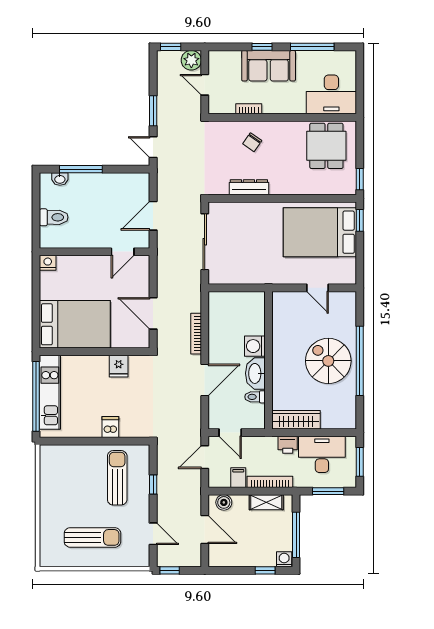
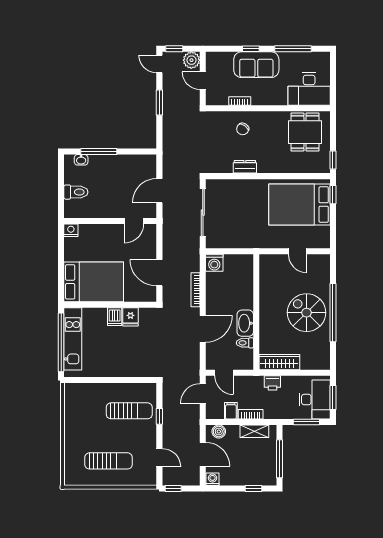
door: (153, 147) -> (159, 64), moved
dresser: (249, 187) -> (245, 167), width x0.70
washing machine: (255, 346) -> (214, 263), moved, turned -90
dishwasher: (110, 427) -> (115, 317), moved, turned 180
desk: (322, 454) -> (315, 400), moved, turned 90
sun lounger: (117, 478) -> (129, 411), turned 90
bookcase: (270, 482) -> (251, 414), width x0.64
washing machine: (284, 559) -> (212, 479), moved

